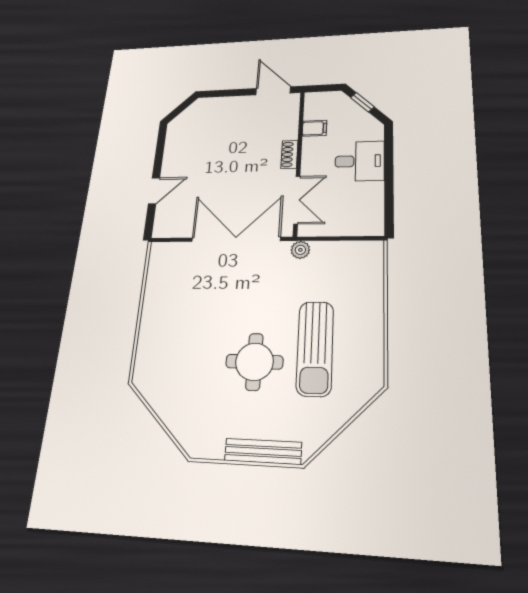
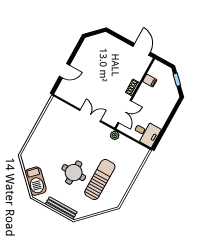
desk: (360, 161) -> (146, 133), moved
double door: (236, 239) -> (90, 115), width x0.54
sun lounger: (315, 348) -> (100, 180), turned 180
barbecue: (184, 420) -> (36, 181), added

